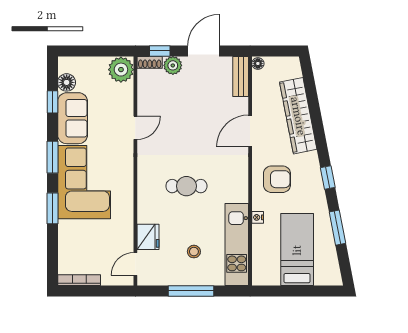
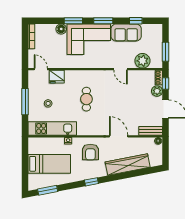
window: (106, 51) -> (165, 52), added
plant: (121, 70) -> (142, 61), moved
floor lamp: (67, 82) -> (61, 29), moved
window: (337, 228) -> (48, 190), moved

